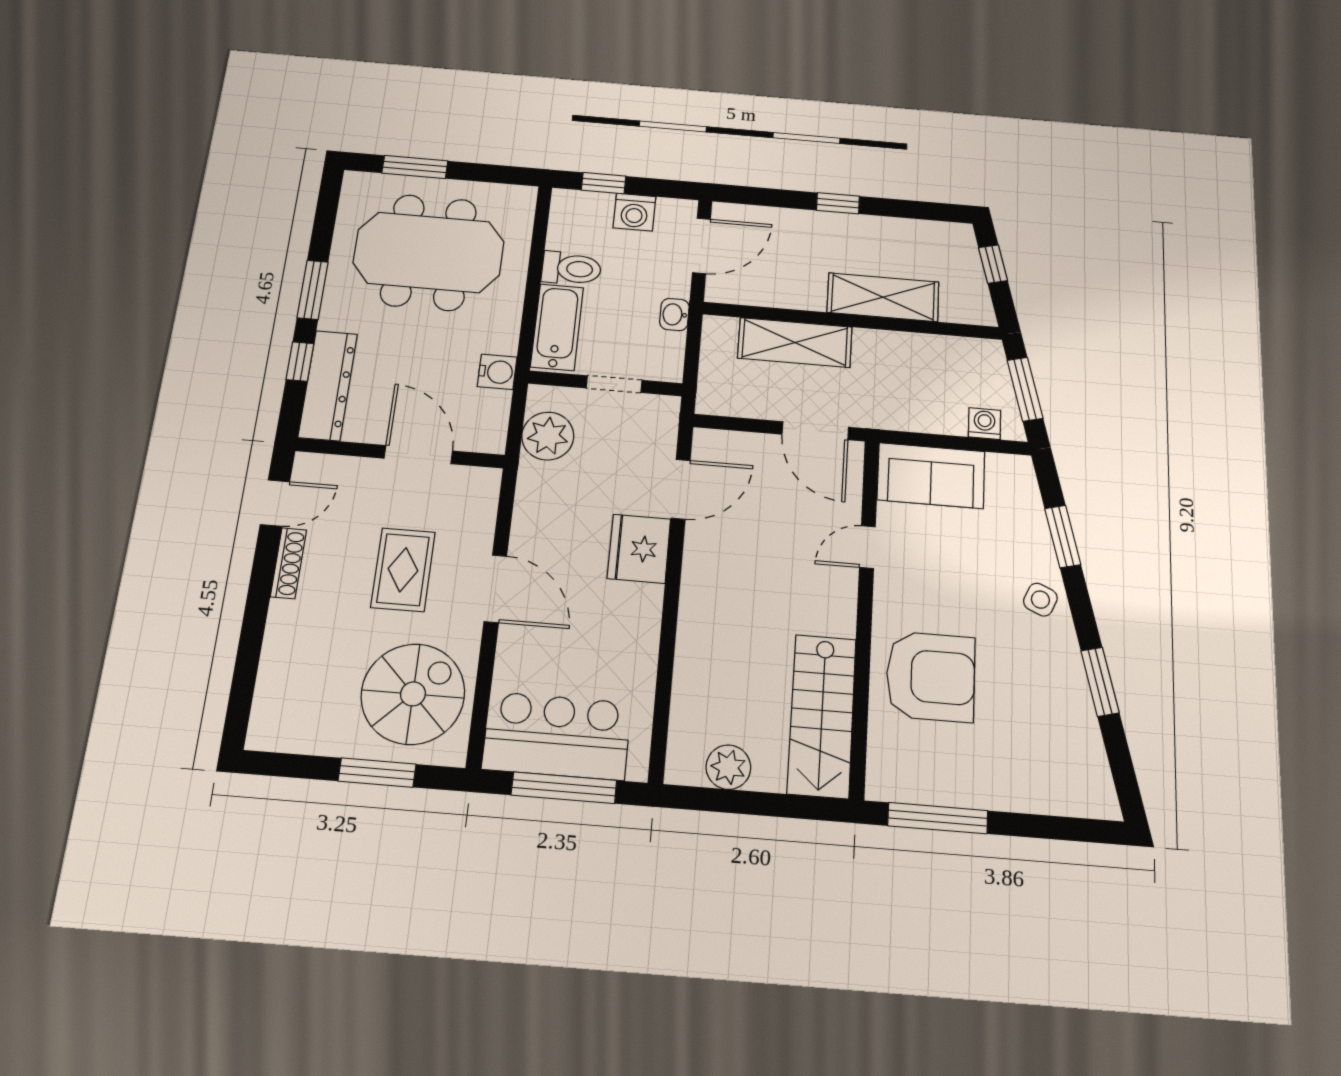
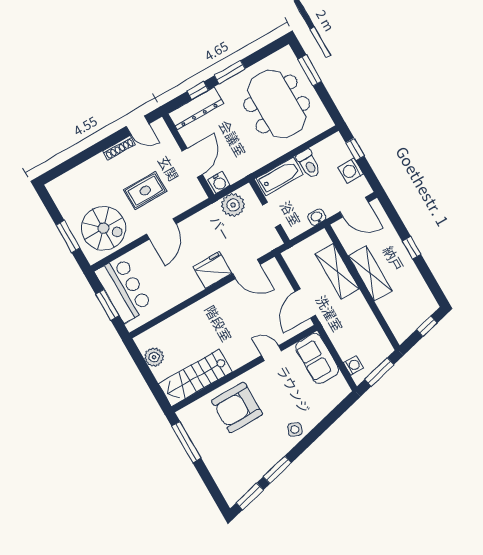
shelving: (883, 297) -> (370, 273), moved
water cooler: (497, 372) -> (219, 182), moved
window: (1063, 536) -> (250, 496), moved
armchair: (931, 677) -> (237, 407), turned 90
window: (564, 788) -> (107, 305), width x0.69

